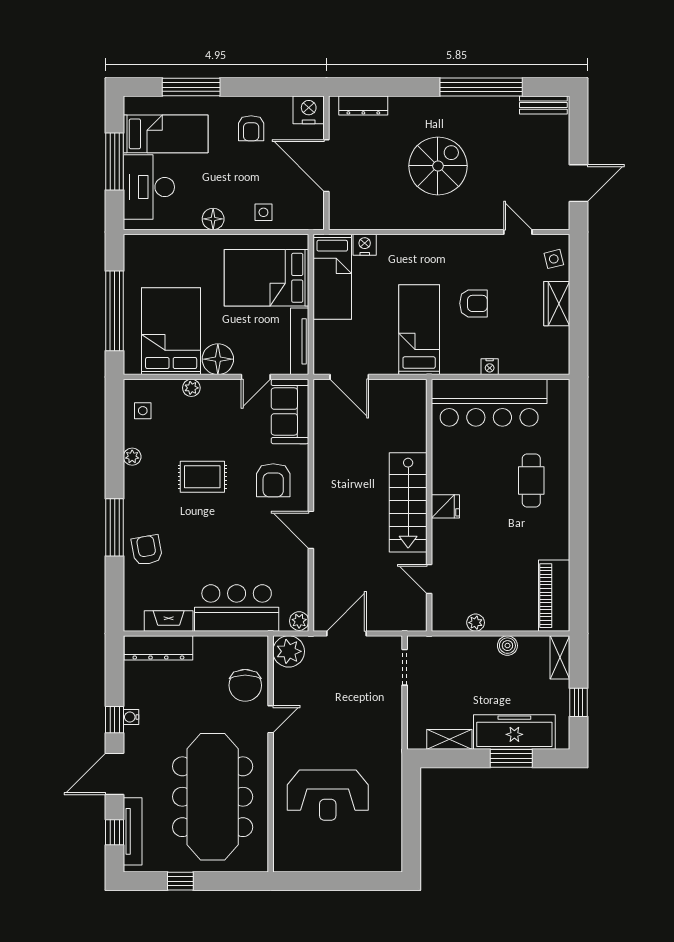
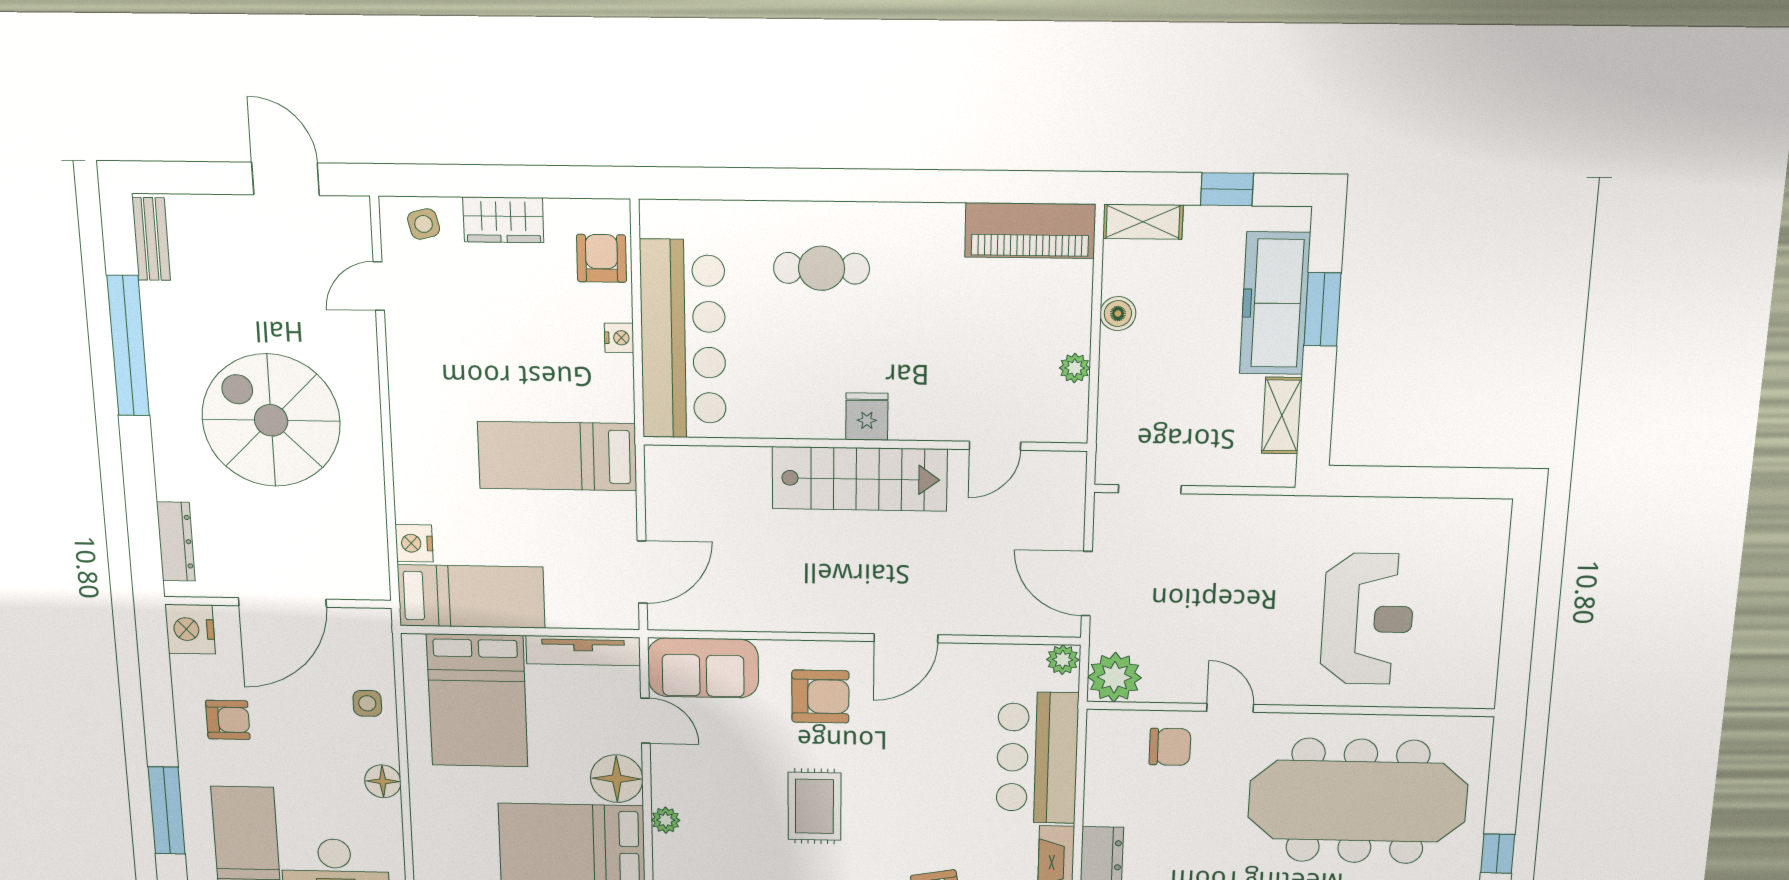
spiral stairs: (438, 166) -> (271, 420), width x1.37, depth x1.37
armchair: (474, 303) -> (602, 258), moved
chair: (245, 685) -> (1170, 747), width x0.73, depth x0.73

